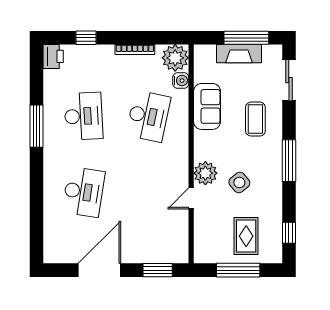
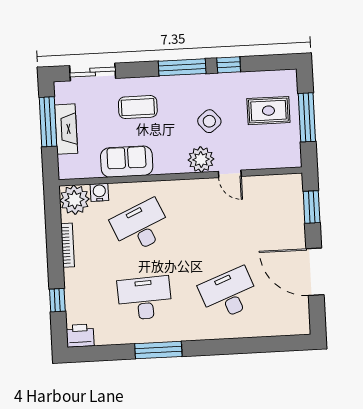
desk: (148, 116) -> (141, 226), turned -36
desk: (84, 192) -> (229, 294), turned -30
window: (289, 233) -> (229, 65), moved

